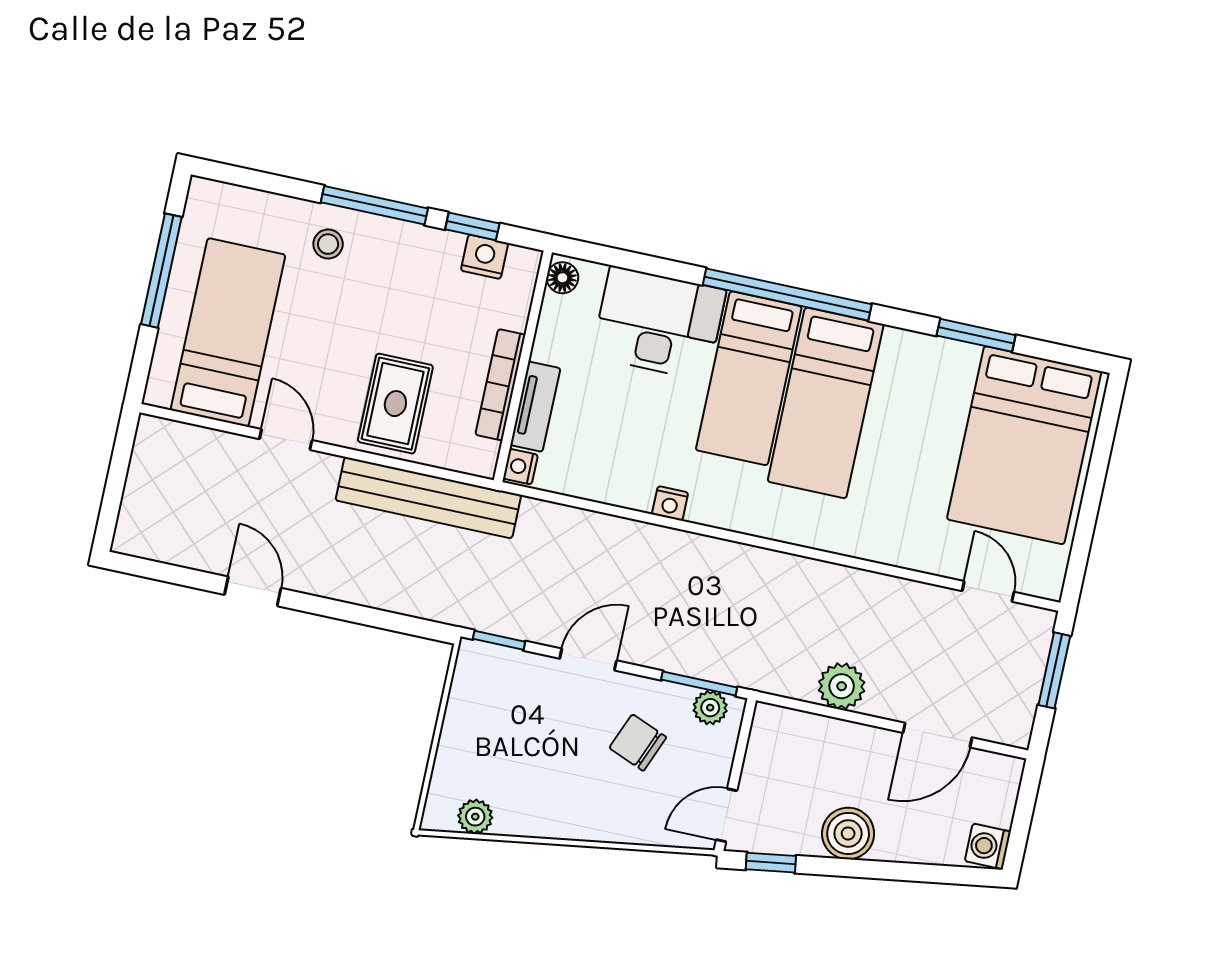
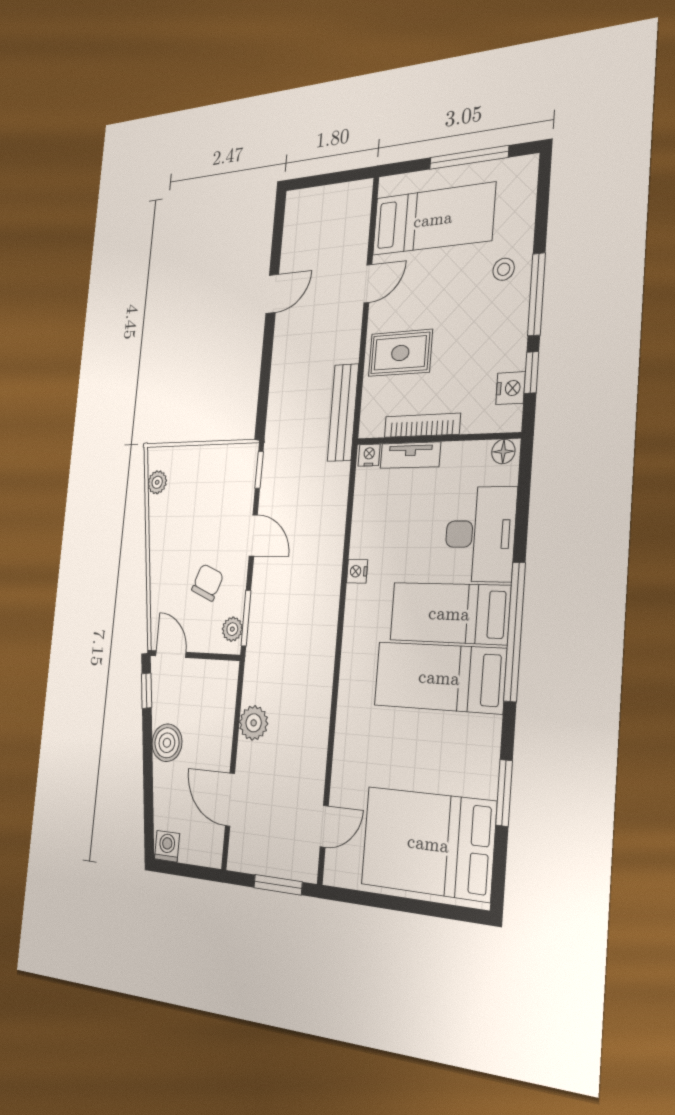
bench: (428, 498) -> (343, 413), width x0.73, depth x0.82

